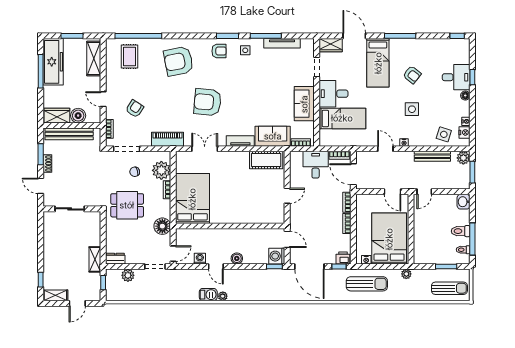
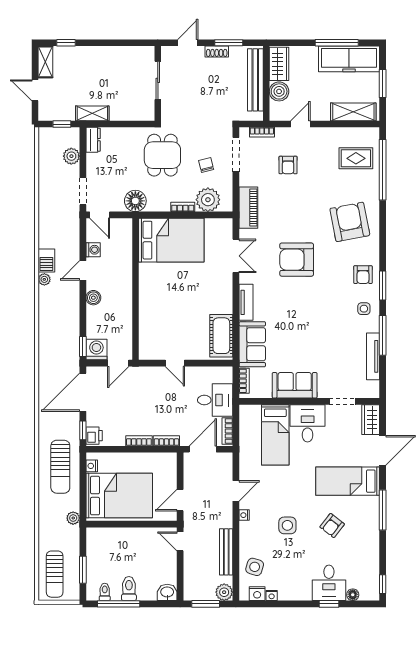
floor lamp: (465, 96) -> (353, 595), moved
armchair: (207, 102) -> (297, 260), turned -95
armchair: (135, 109) -> (288, 165), turned 57

